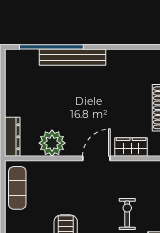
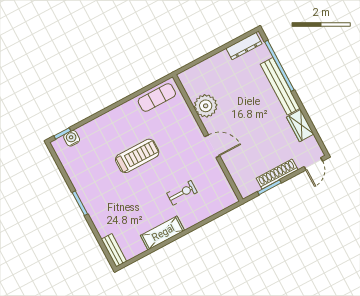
dresser: (12, 137) -> (244, 46), moved
wardrobe: (131, 147) -> (300, 126), moved, turned 180

